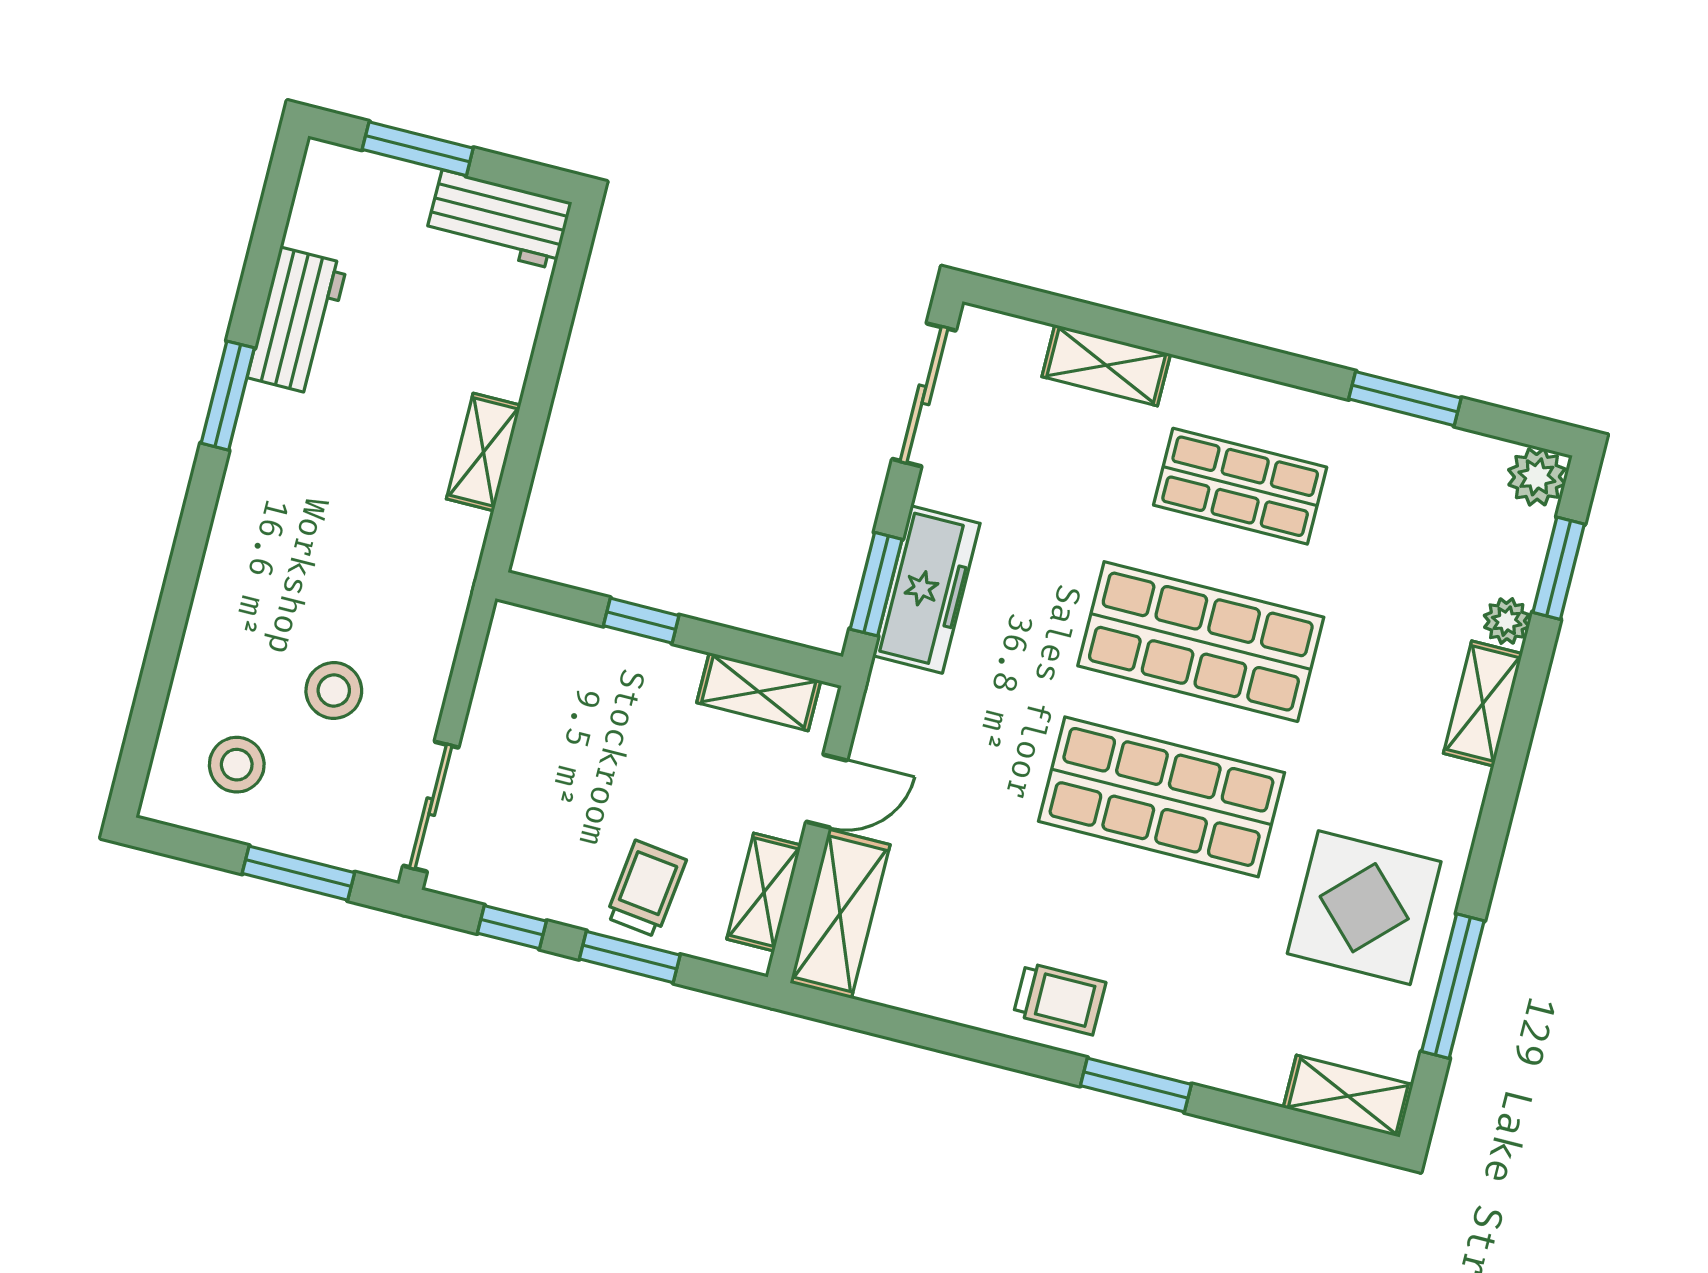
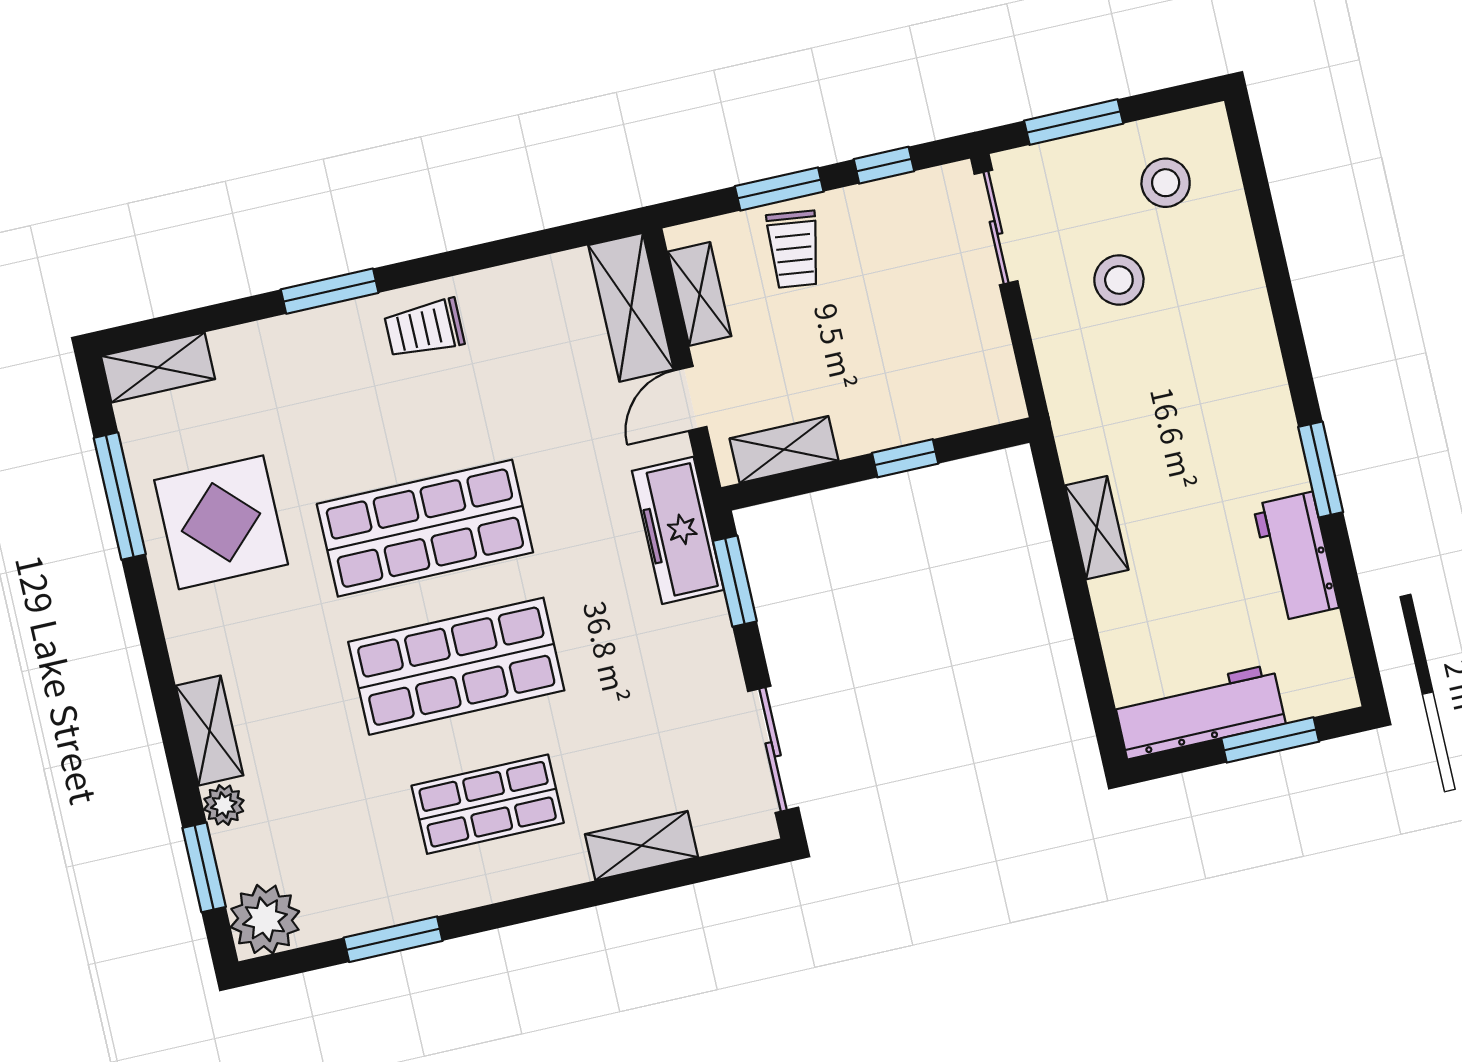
workbench: (499, 220) -> (1200, 712), width x1.38
plant: (1537, 477) -> (265, 919), width x1.36, depth x1.36
freezer: (926, 590) -> (678, 530), moved

